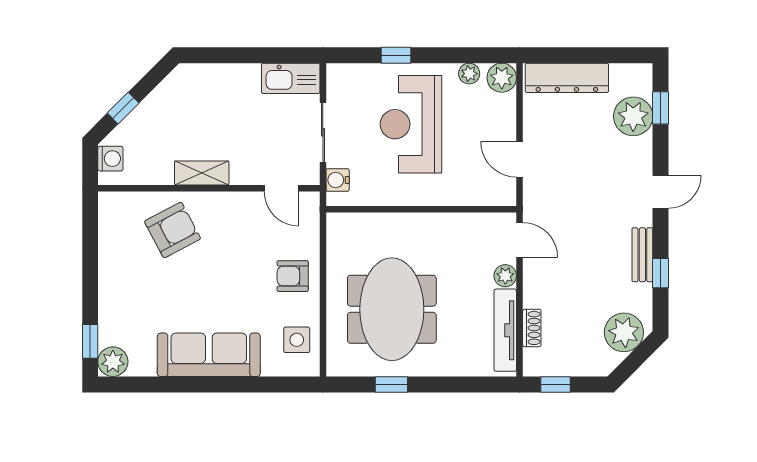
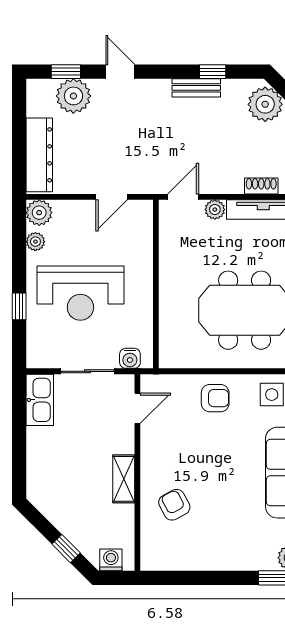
door: (661, 192) -> (120, 72), moved
armchair: (173, 230) -> (174, 505), width x0.72, depth x0.72
armchair: (293, 276) -> (215, 398), turned -90

